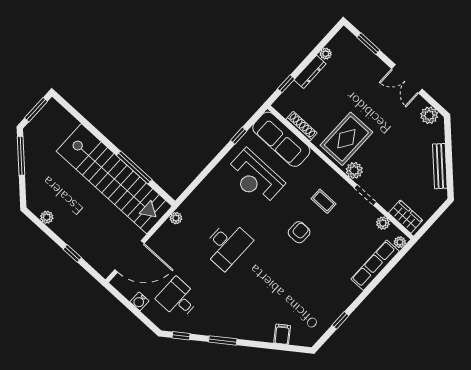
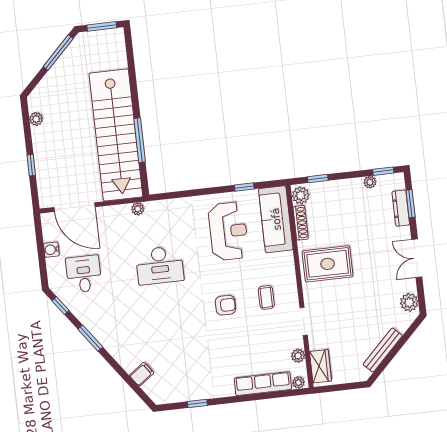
window: (328, 37) -> (383, 171), added
dresser: (310, 72) -> (401, 208), moved, turned 90
plant: (354, 170) -> (301, 195), moved
reception desk: (255, 177) -> (228, 231), turned 180

